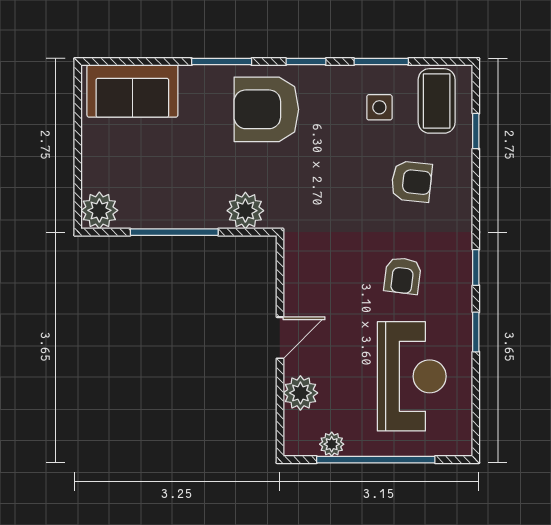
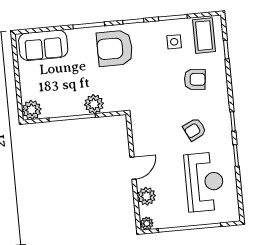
plant: (245, 211) -> (94, 104), moved
armchair: (403, 276) -> (195, 129), turned 57
plant: (332, 444) -> (147, 223), moved

